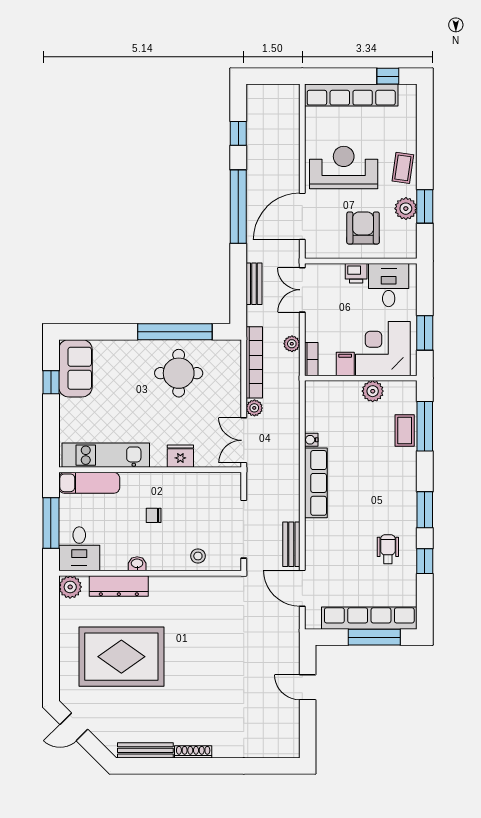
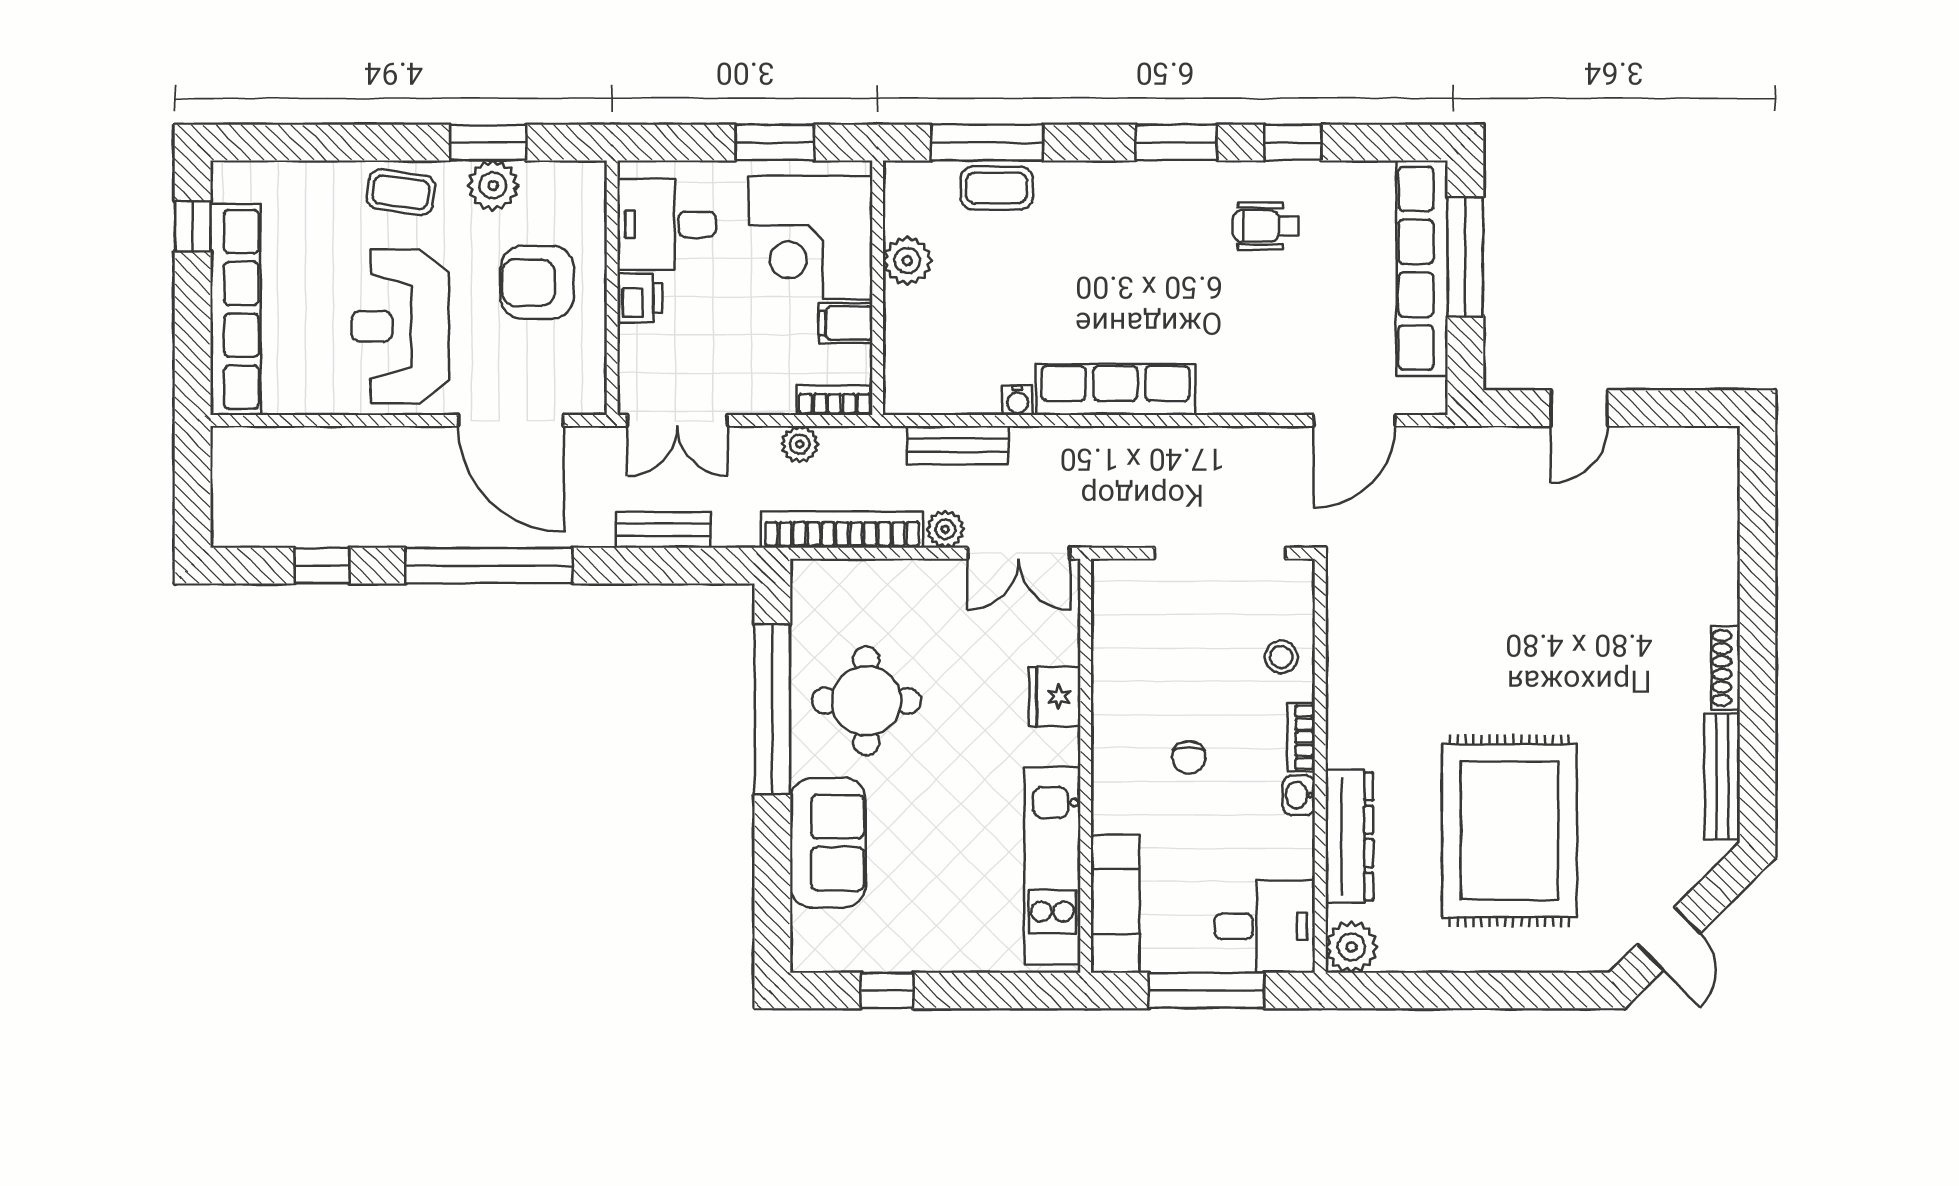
sofa: (75, 368) -> (828, 843), moved, turned 90
bench: (291, 544) -> (958, 445), moved
bookcase: (163, 565) -> (1301, 737), added

